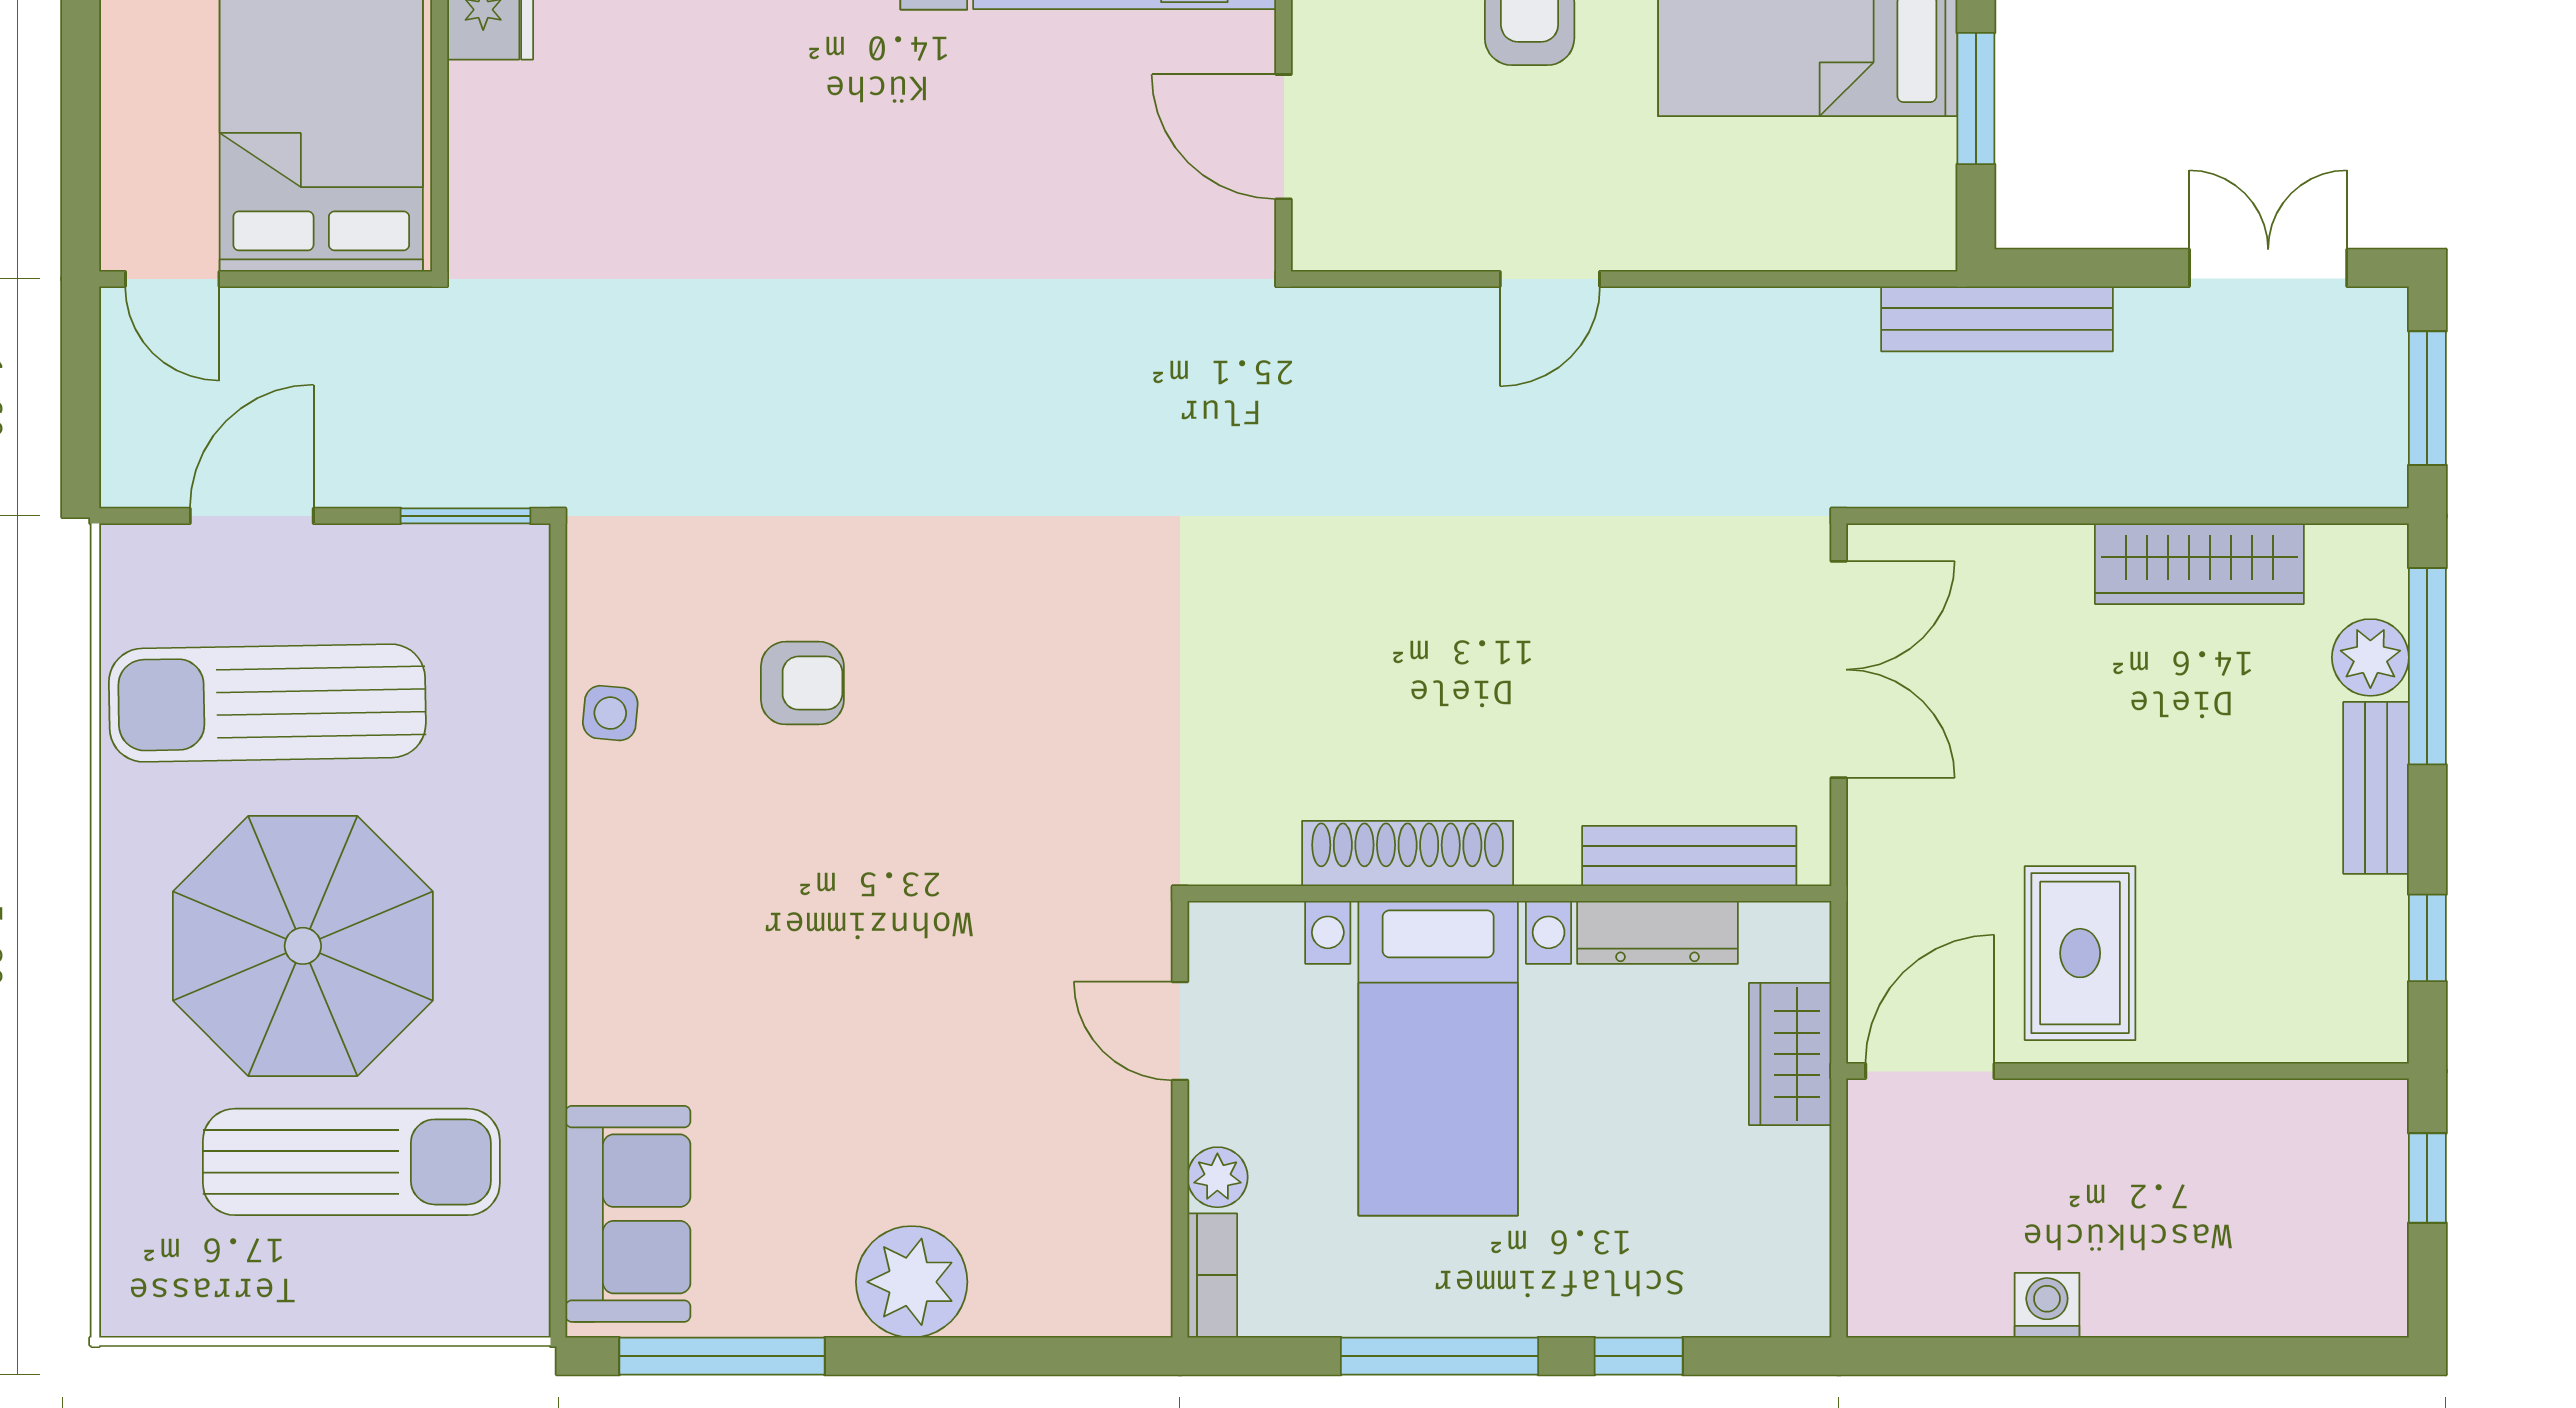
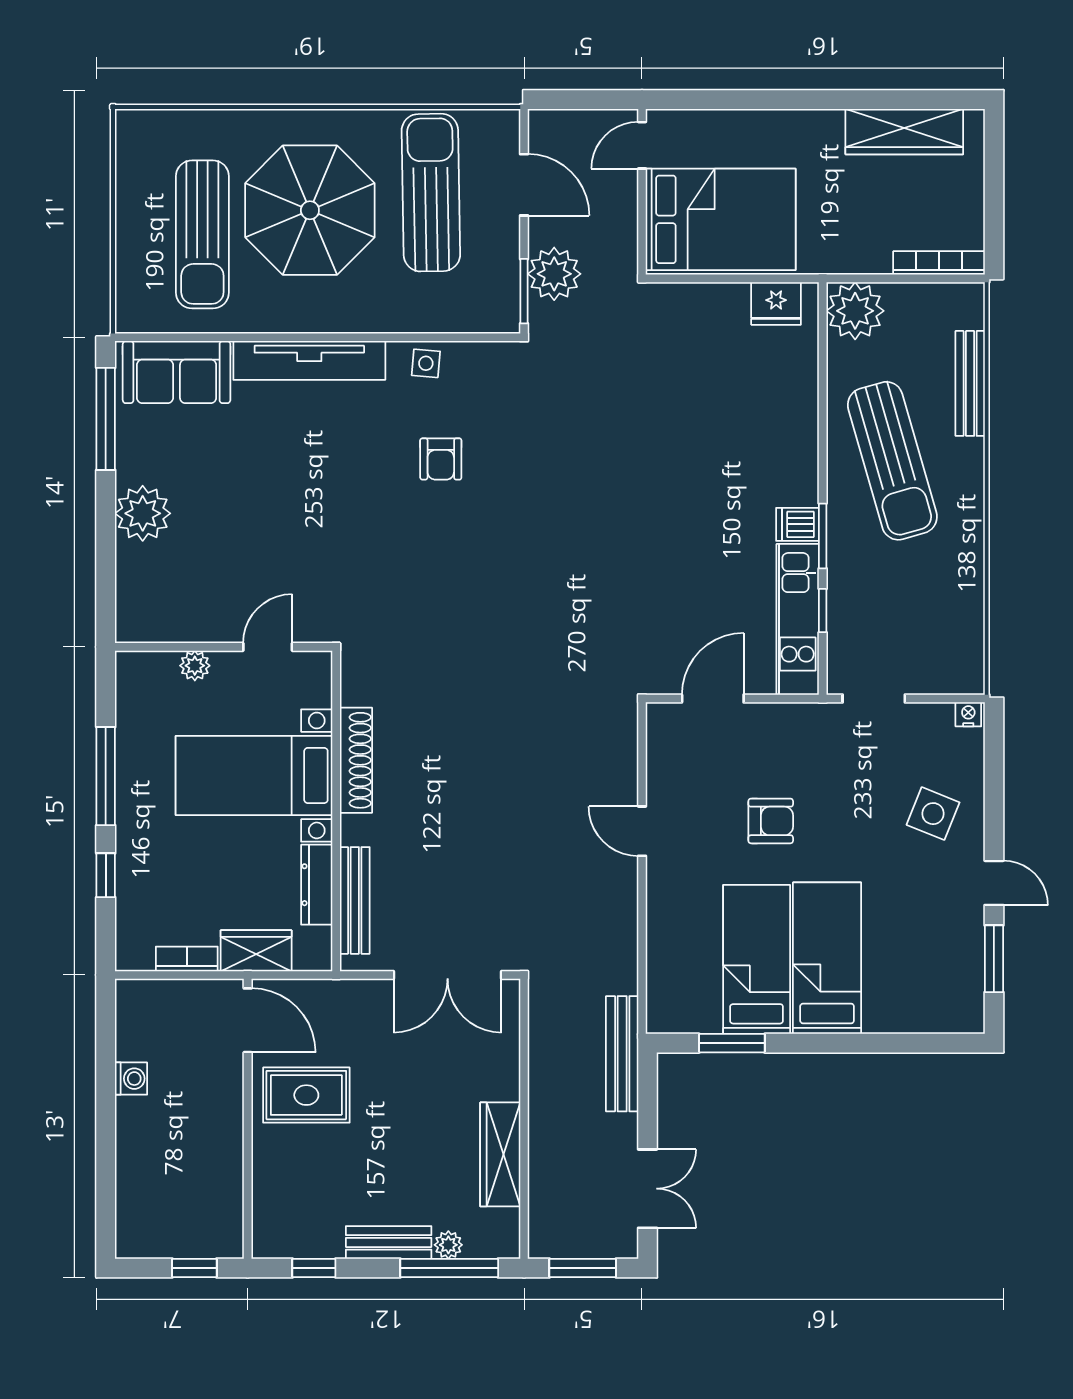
plant: (431, 455) -> (554, 274), added
plant: (2370, 657) -> (448, 1245), width x0.73, depth x0.73
tv unit: (605, 947) -> (309, 360), added
bookcase: (1212, 1275) -> (187, 959), moved, turned 180

